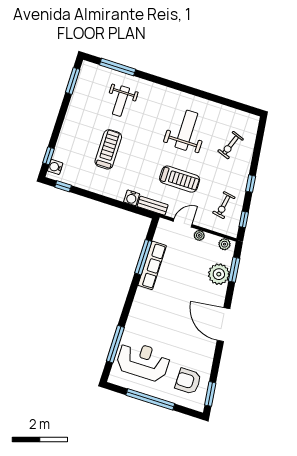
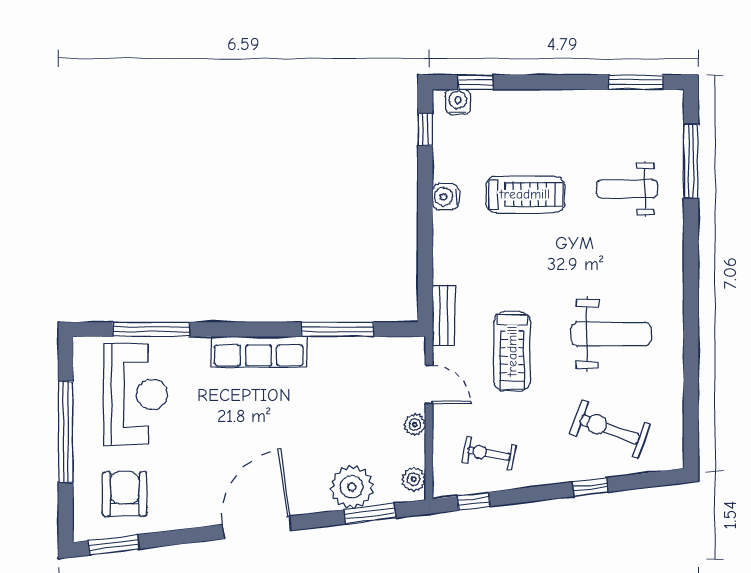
exercise bike: (231, 145) -> (610, 429), width x1.38, depth x1.39
window: (251, 184) -> (590, 487), moved
water cooler: (132, 198) -> (446, 197), moved
row of seats: (152, 265) -> (259, 352), moved

